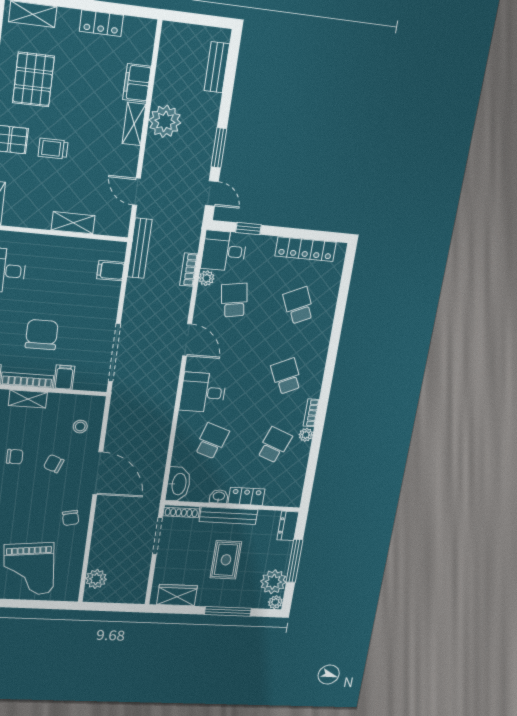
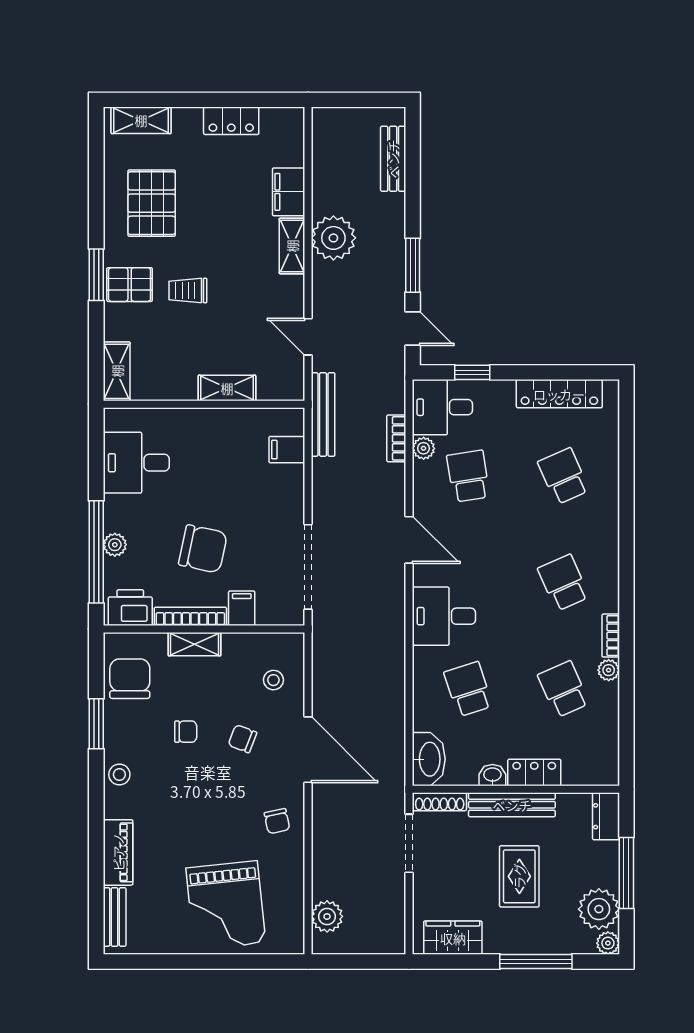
chair: (42, 335) -> (203, 549), turned 102
school desk: (212, 441) -> (468, 689), turned -36
school desk: (274, 445) -> (563, 689), turned -45

